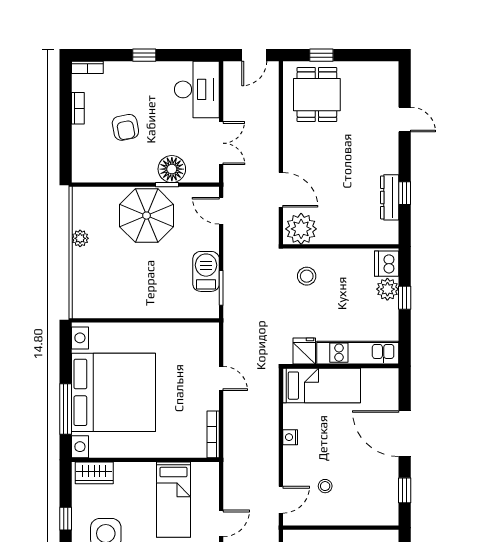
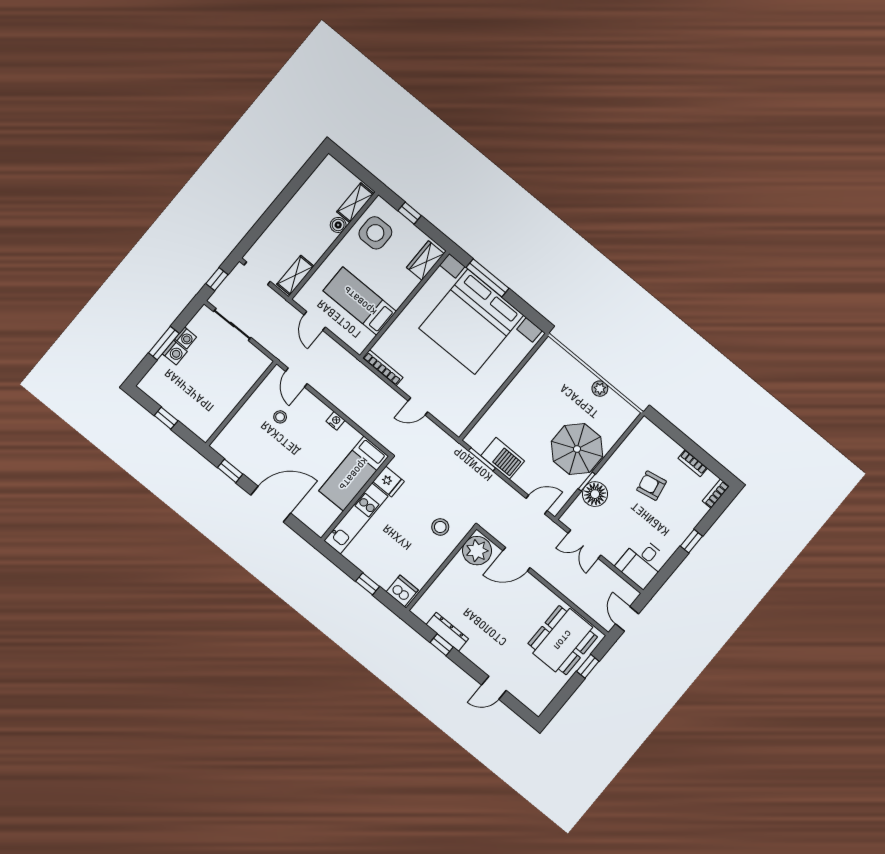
desk: (197, 89) -> (642, 563), width x0.73
dining table: (317, 95) -> (563, 640), width x1.38
plant: (387, 289) -> (384, 577), removed

